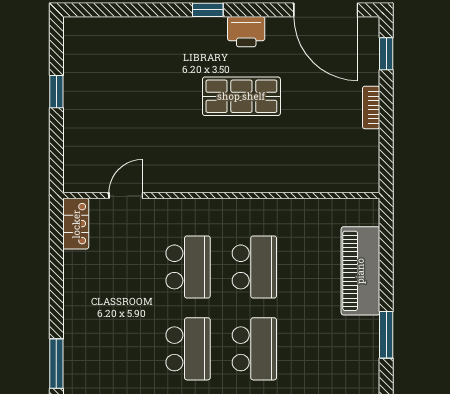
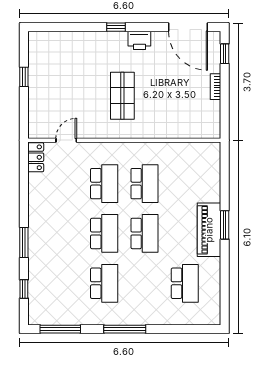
shop shelf: (241, 96) -> (122, 96), moved, turned 90
piano: (360, 271) -> (209, 230), moved

